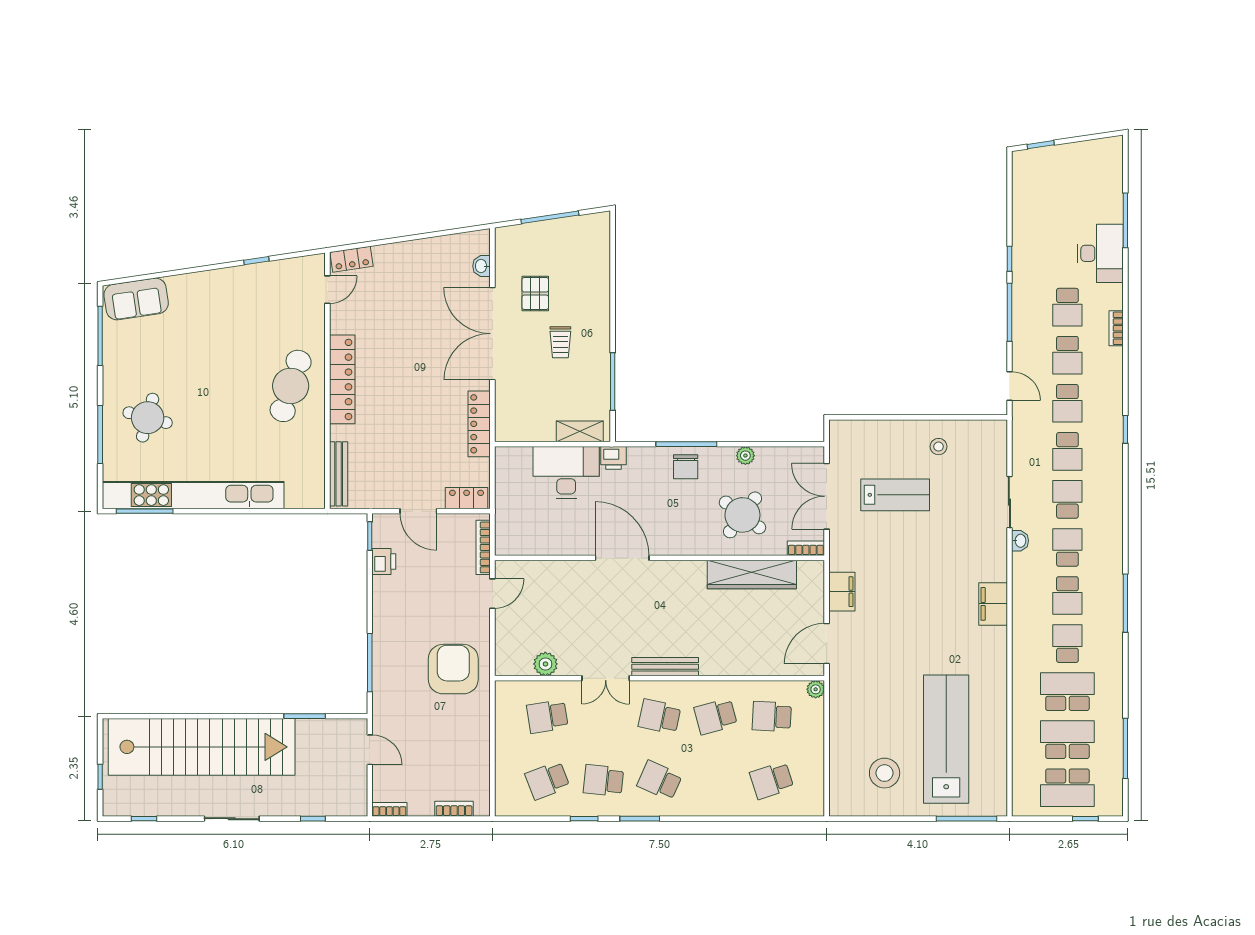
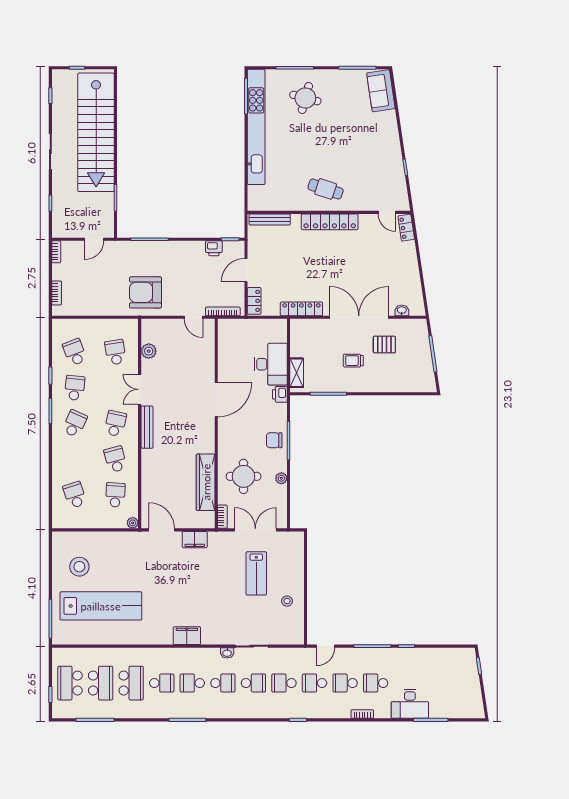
cafe table: (291, 386) -> (326, 189), width x0.73, depth x0.74
round table: (742, 515) -> (244, 476), turned -37
armchair: (453, 669) -> (145, 292), turned 180

